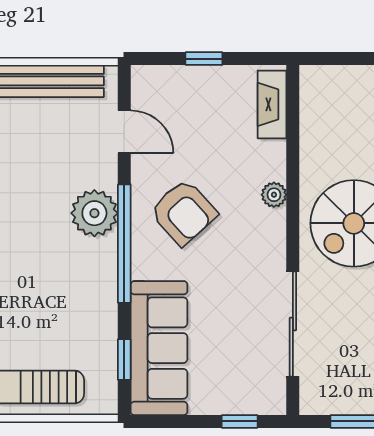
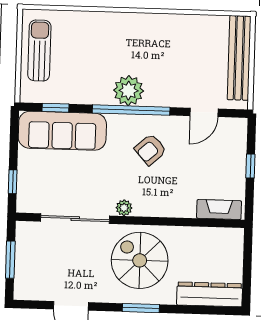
plant: (274, 195) -> (124, 208), moved
armchair: (183, 212) -> (150, 149), width x0.72, depth x0.72
plant: (94, 213) -> (129, 91), moved

